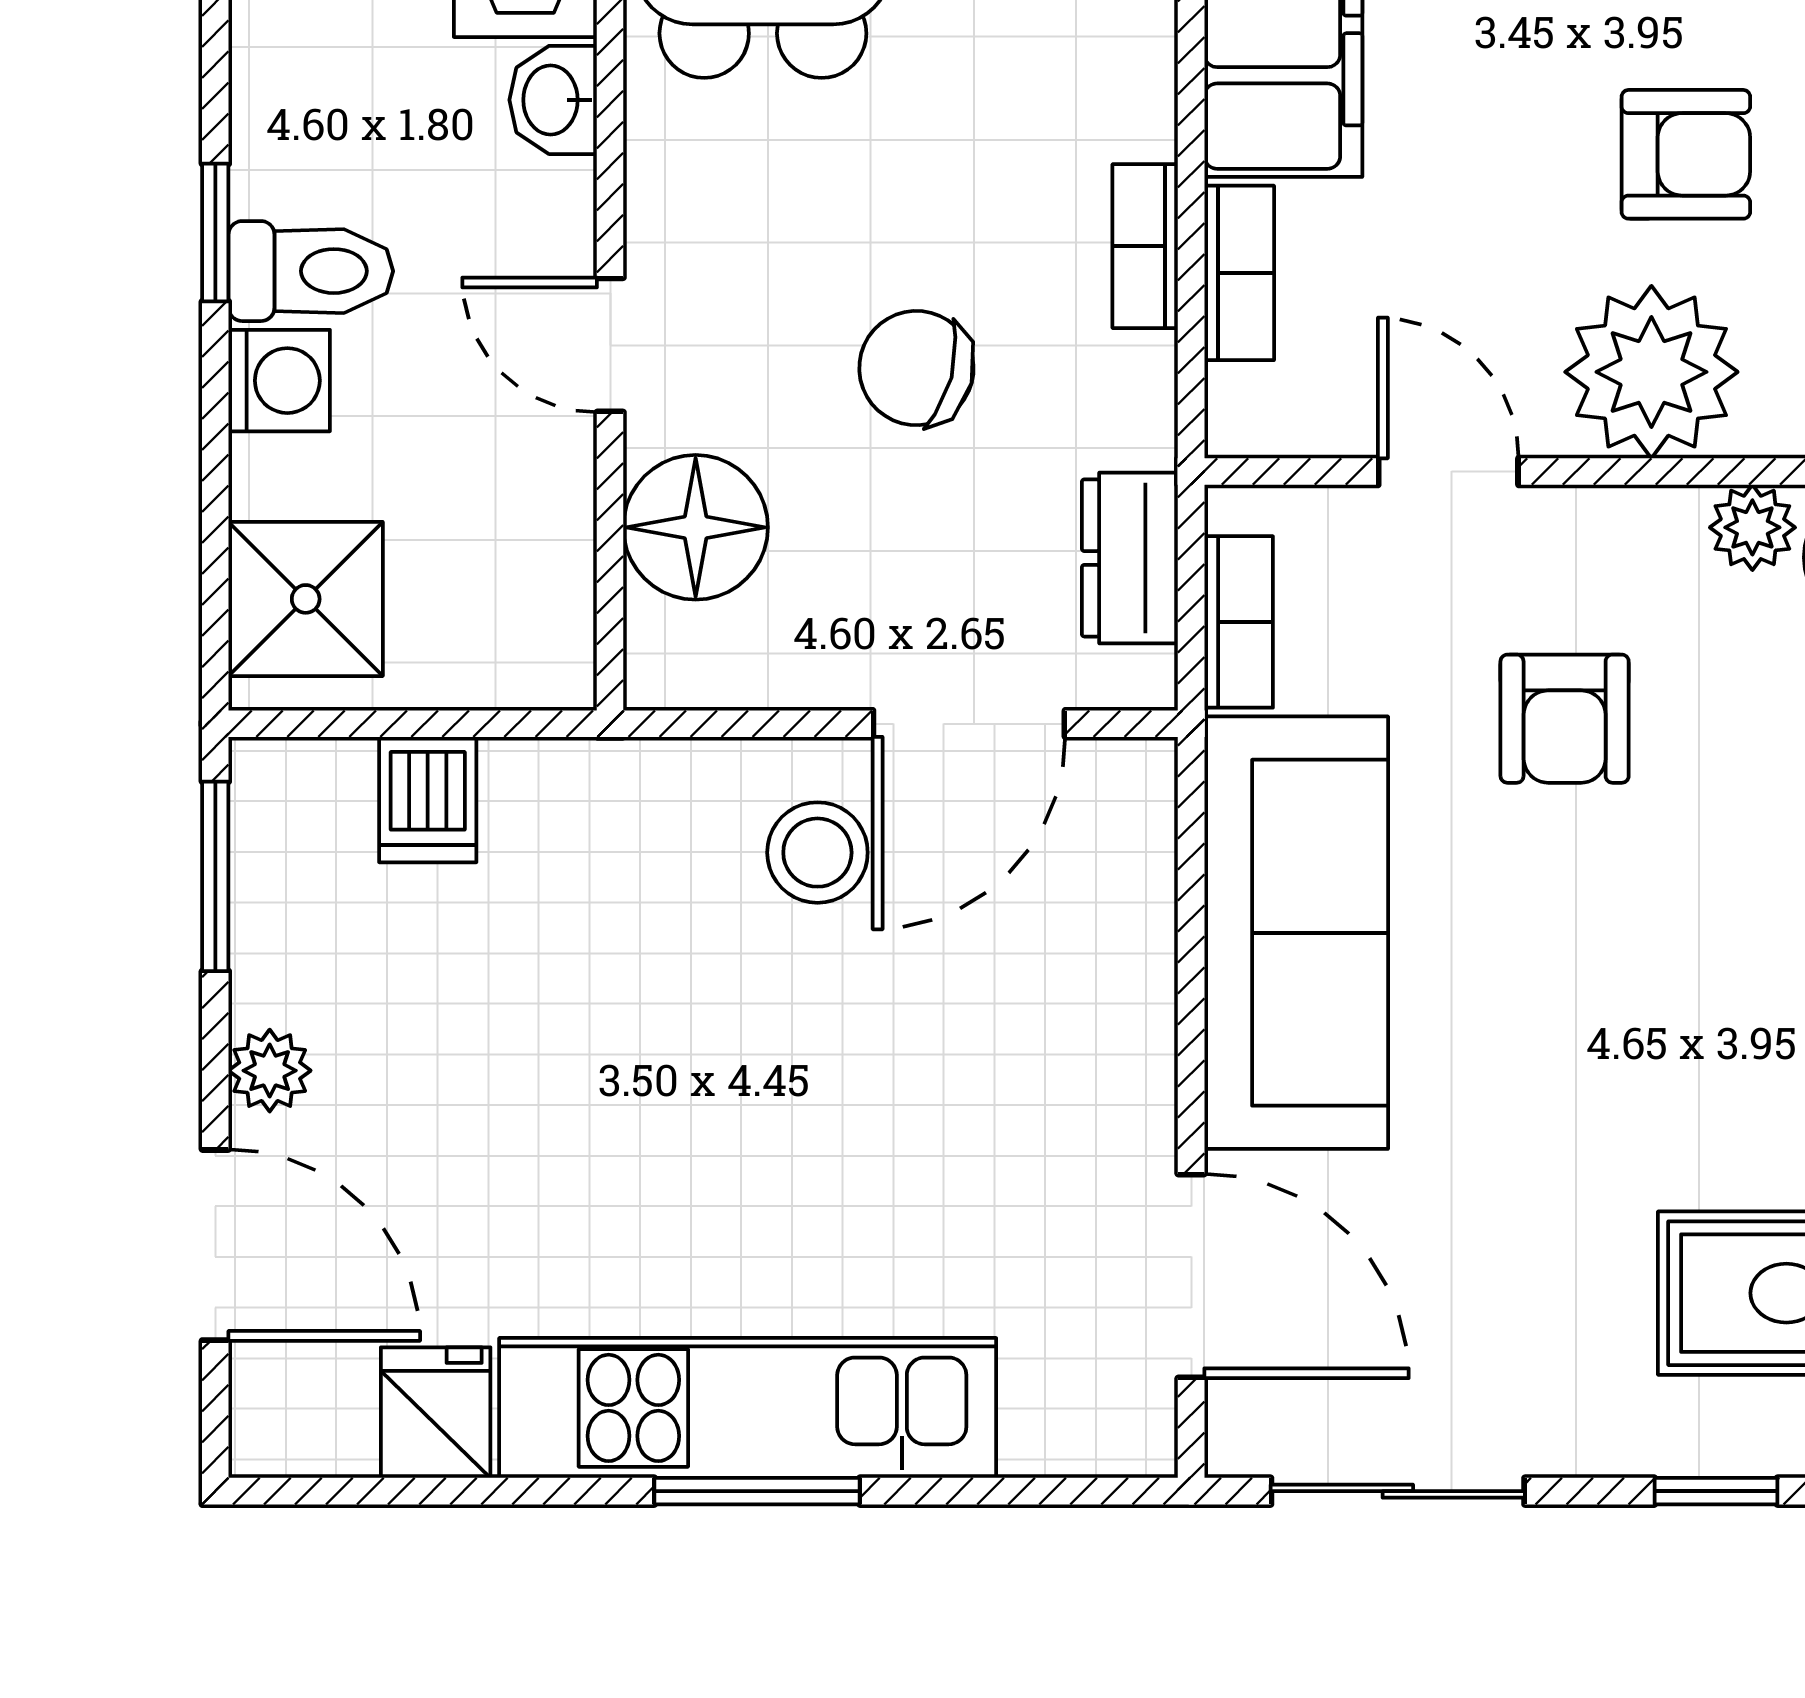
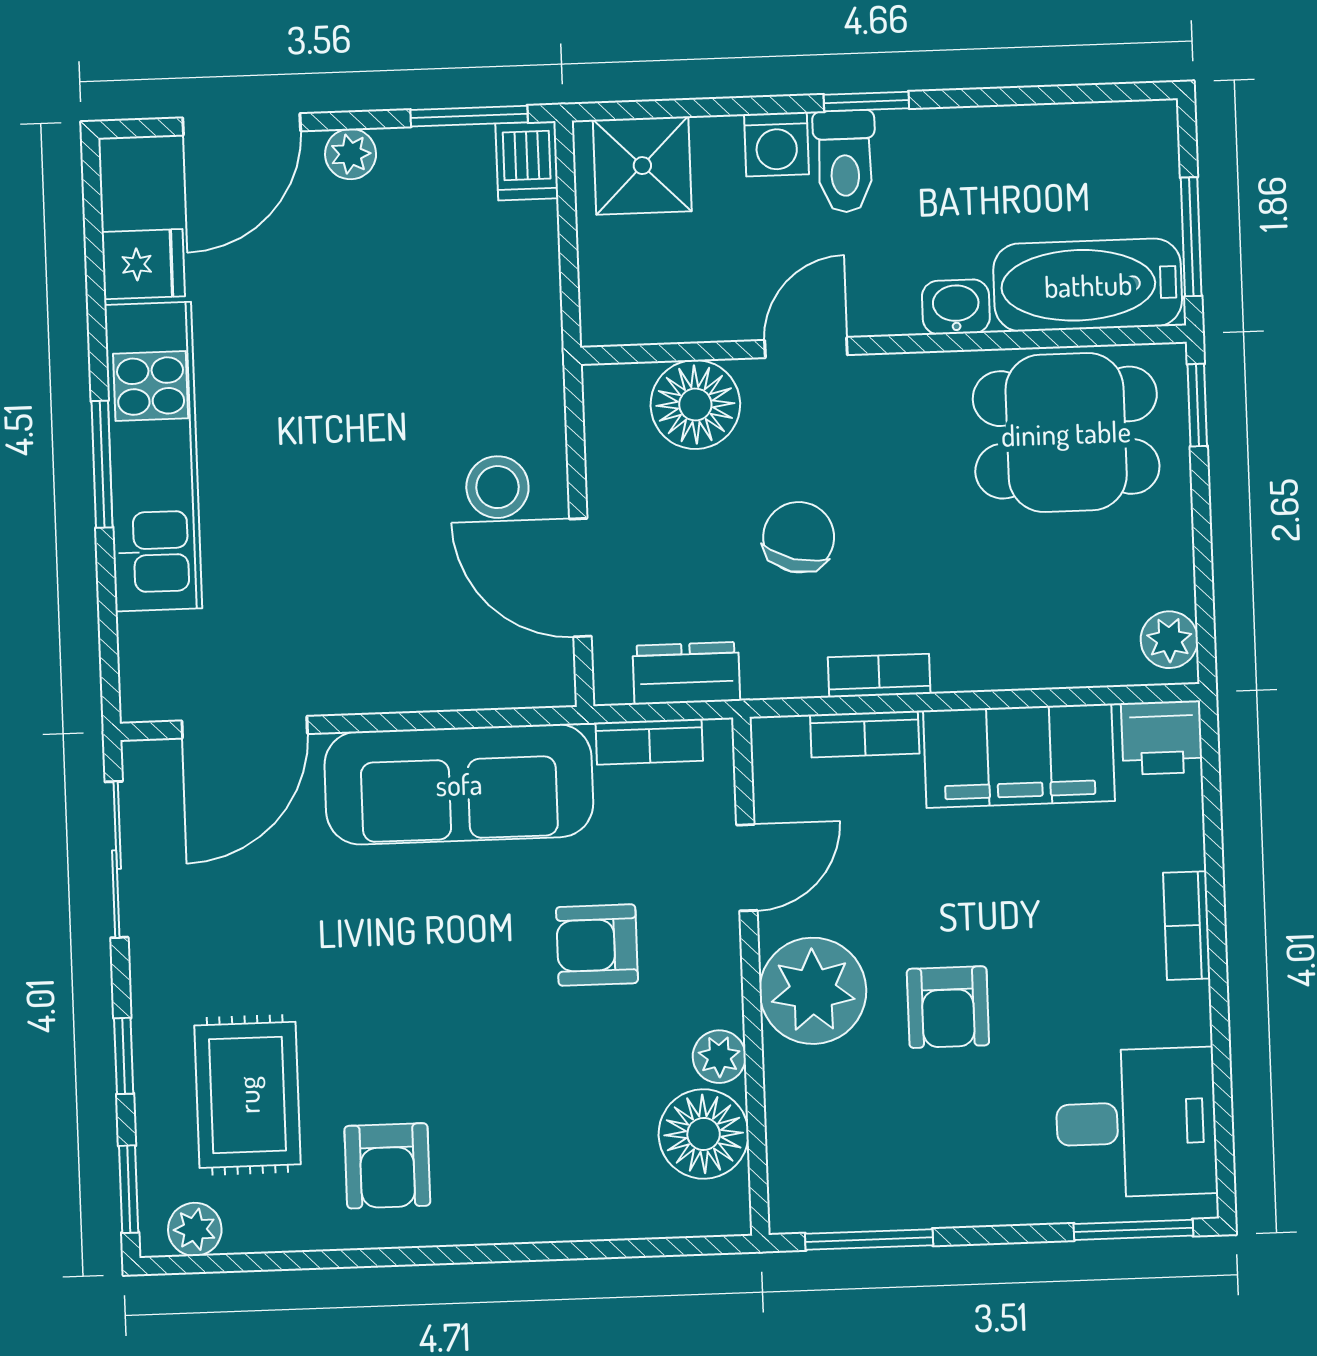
dishwasher: (428, 800) -> (527, 161), moved, turned -90

